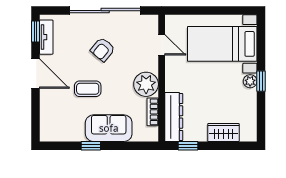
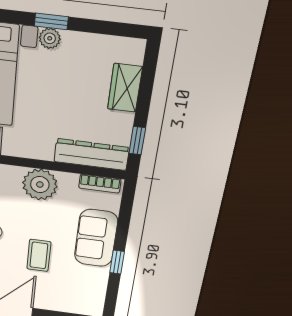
bookcase: (153, 112) -> (100, 184), moved

